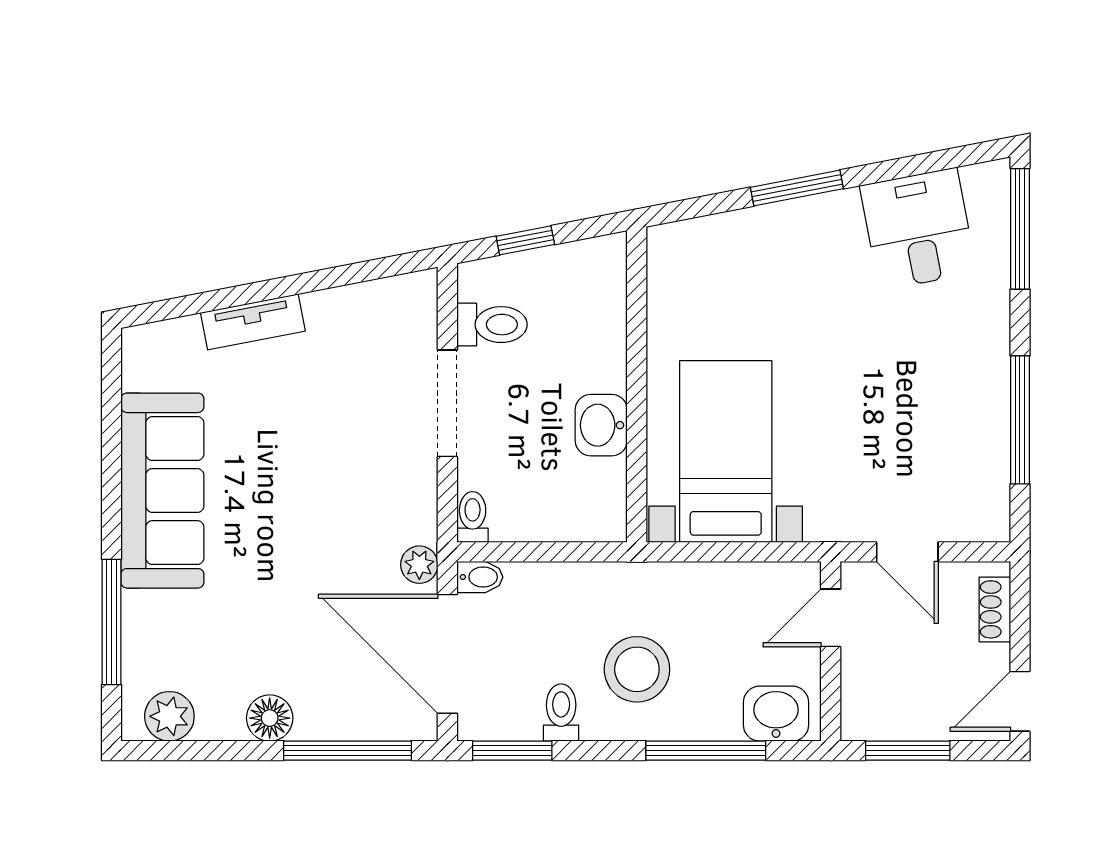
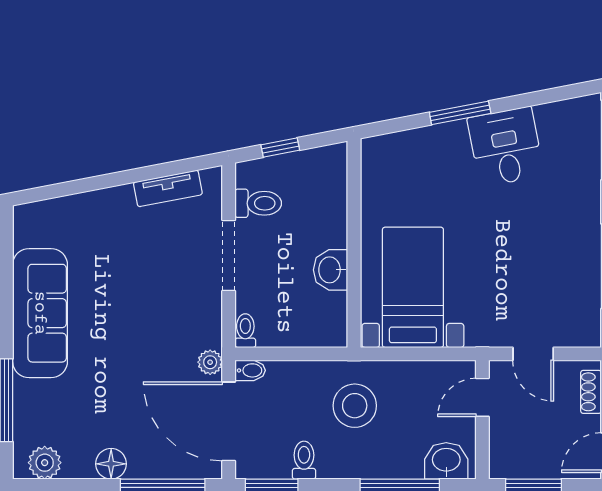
desk: (918, 229) -> (506, 147), moved
tv unit: (253, 322) -> (168, 188), moved
stool: (637, 669) -> (355, 406), moved

